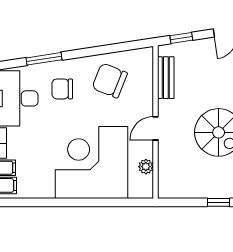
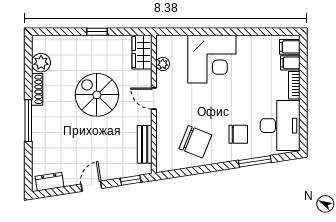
door: (155, 128) -> (154, 99), swing flipped
corner desk: (92, 162) -> (212, 59), width x0.74, depth x0.74
wardrobe: (169, 180) -> (142, 52), added

